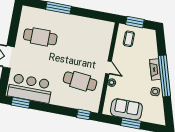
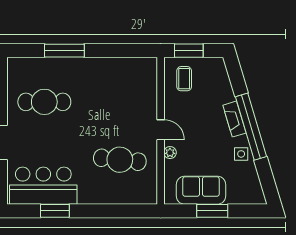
window: (21, 103) -> (55, 211), moved
window: (84, 114) -> (135, 211), removed

